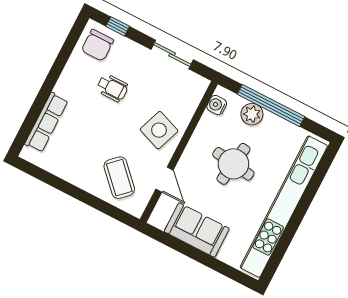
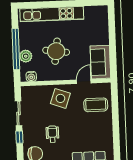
window: (118, 26) -> (19, 137), moved
coffee table: (119, 178) -> (96, 105), turned 44
kitchen unit: (284, 207) -> (52, 14), width x0.73
sofa: (197, 230) -> (100, 62), moved

